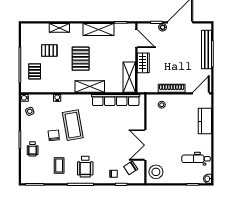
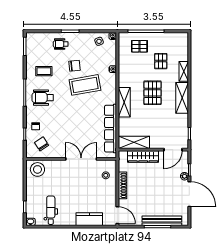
shelving: (98, 30) -> (182, 98), moved
pallet: (81, 59) -> (153, 93), turned 90
wardrobe: (143, 63) -> (143, 157), width x1.50
double door: (145, 145) -> (81, 159), moved

